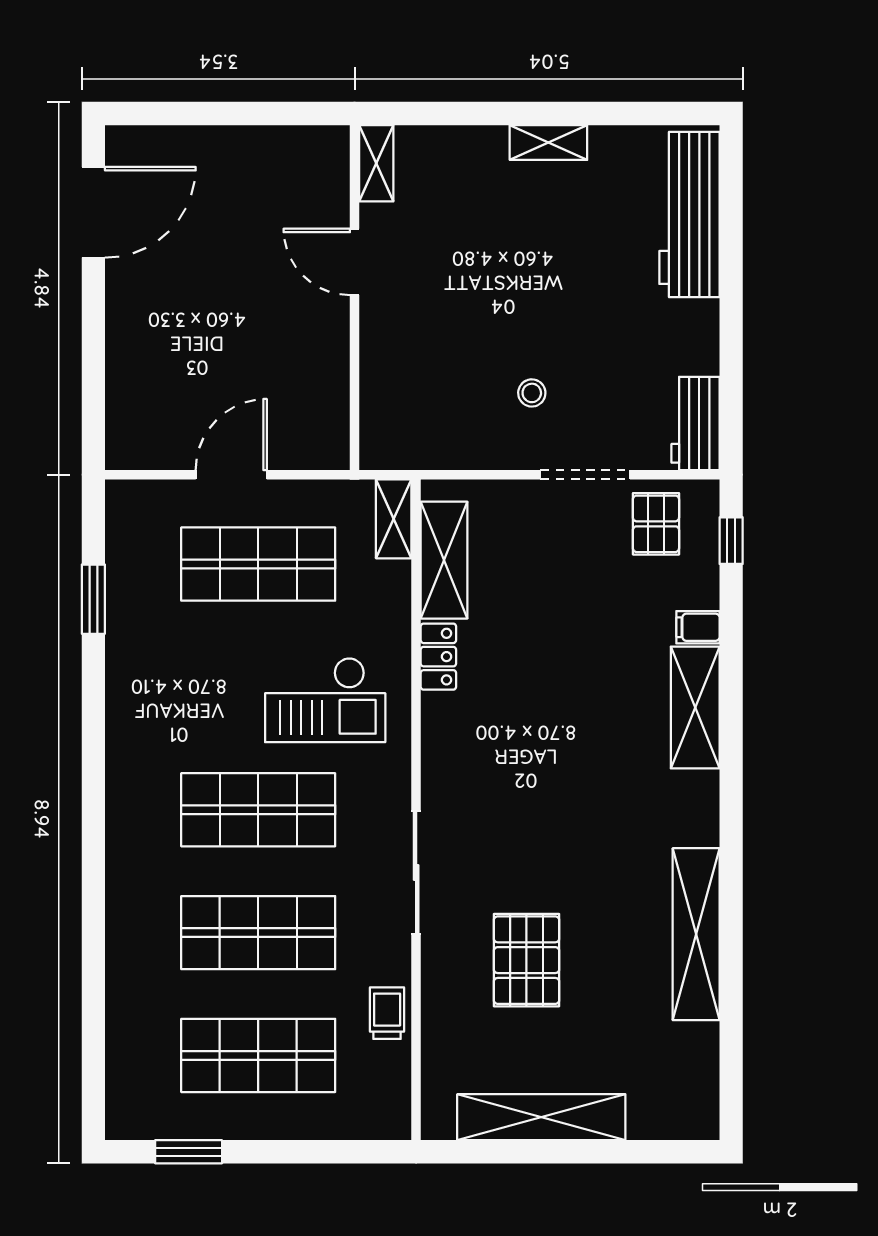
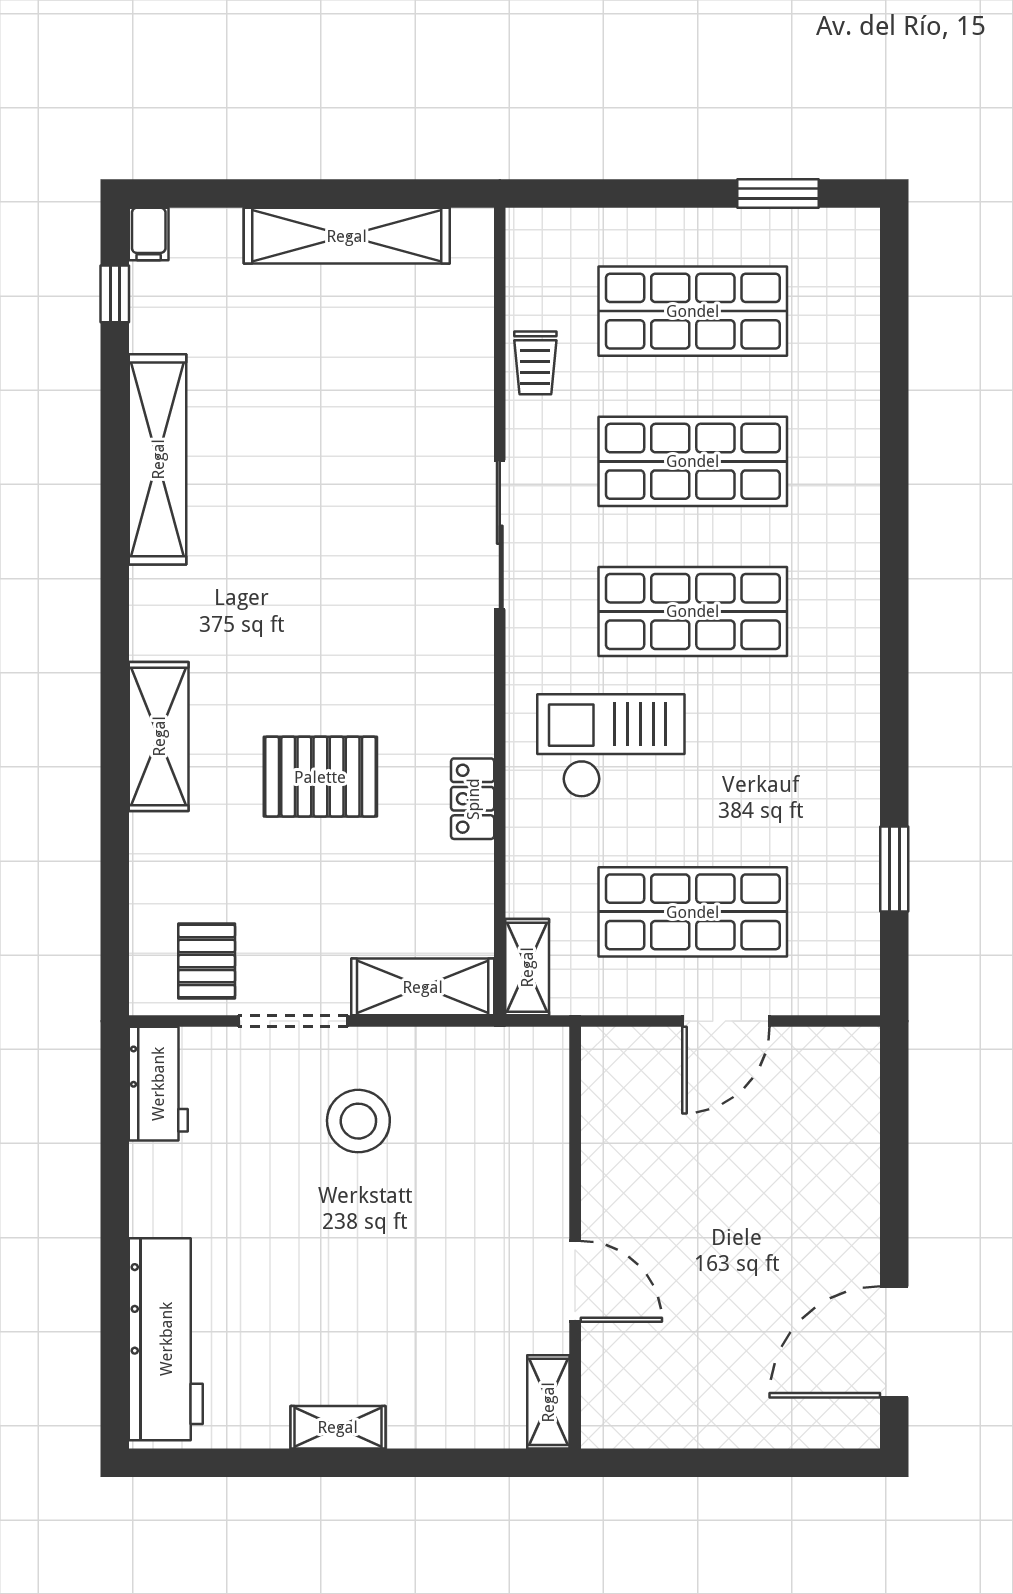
stool: (532, 393) -> (358, 1121), width x1.89, depth x1.89
window: (731, 541) -> (115, 294), moved
shelving: (444, 560) -> (423, 987), moved, turned 90
filing cabinet: (698, 627) -> (149, 234), moved, turned 90
pallet: (526, 960) -> (320, 777), moved, turned 90

